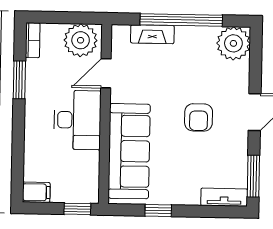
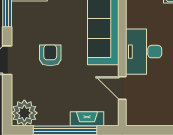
plant: (81, 40) -> (142, 113), removed
door: (106, 73) -> (122, 88), swing flipped

